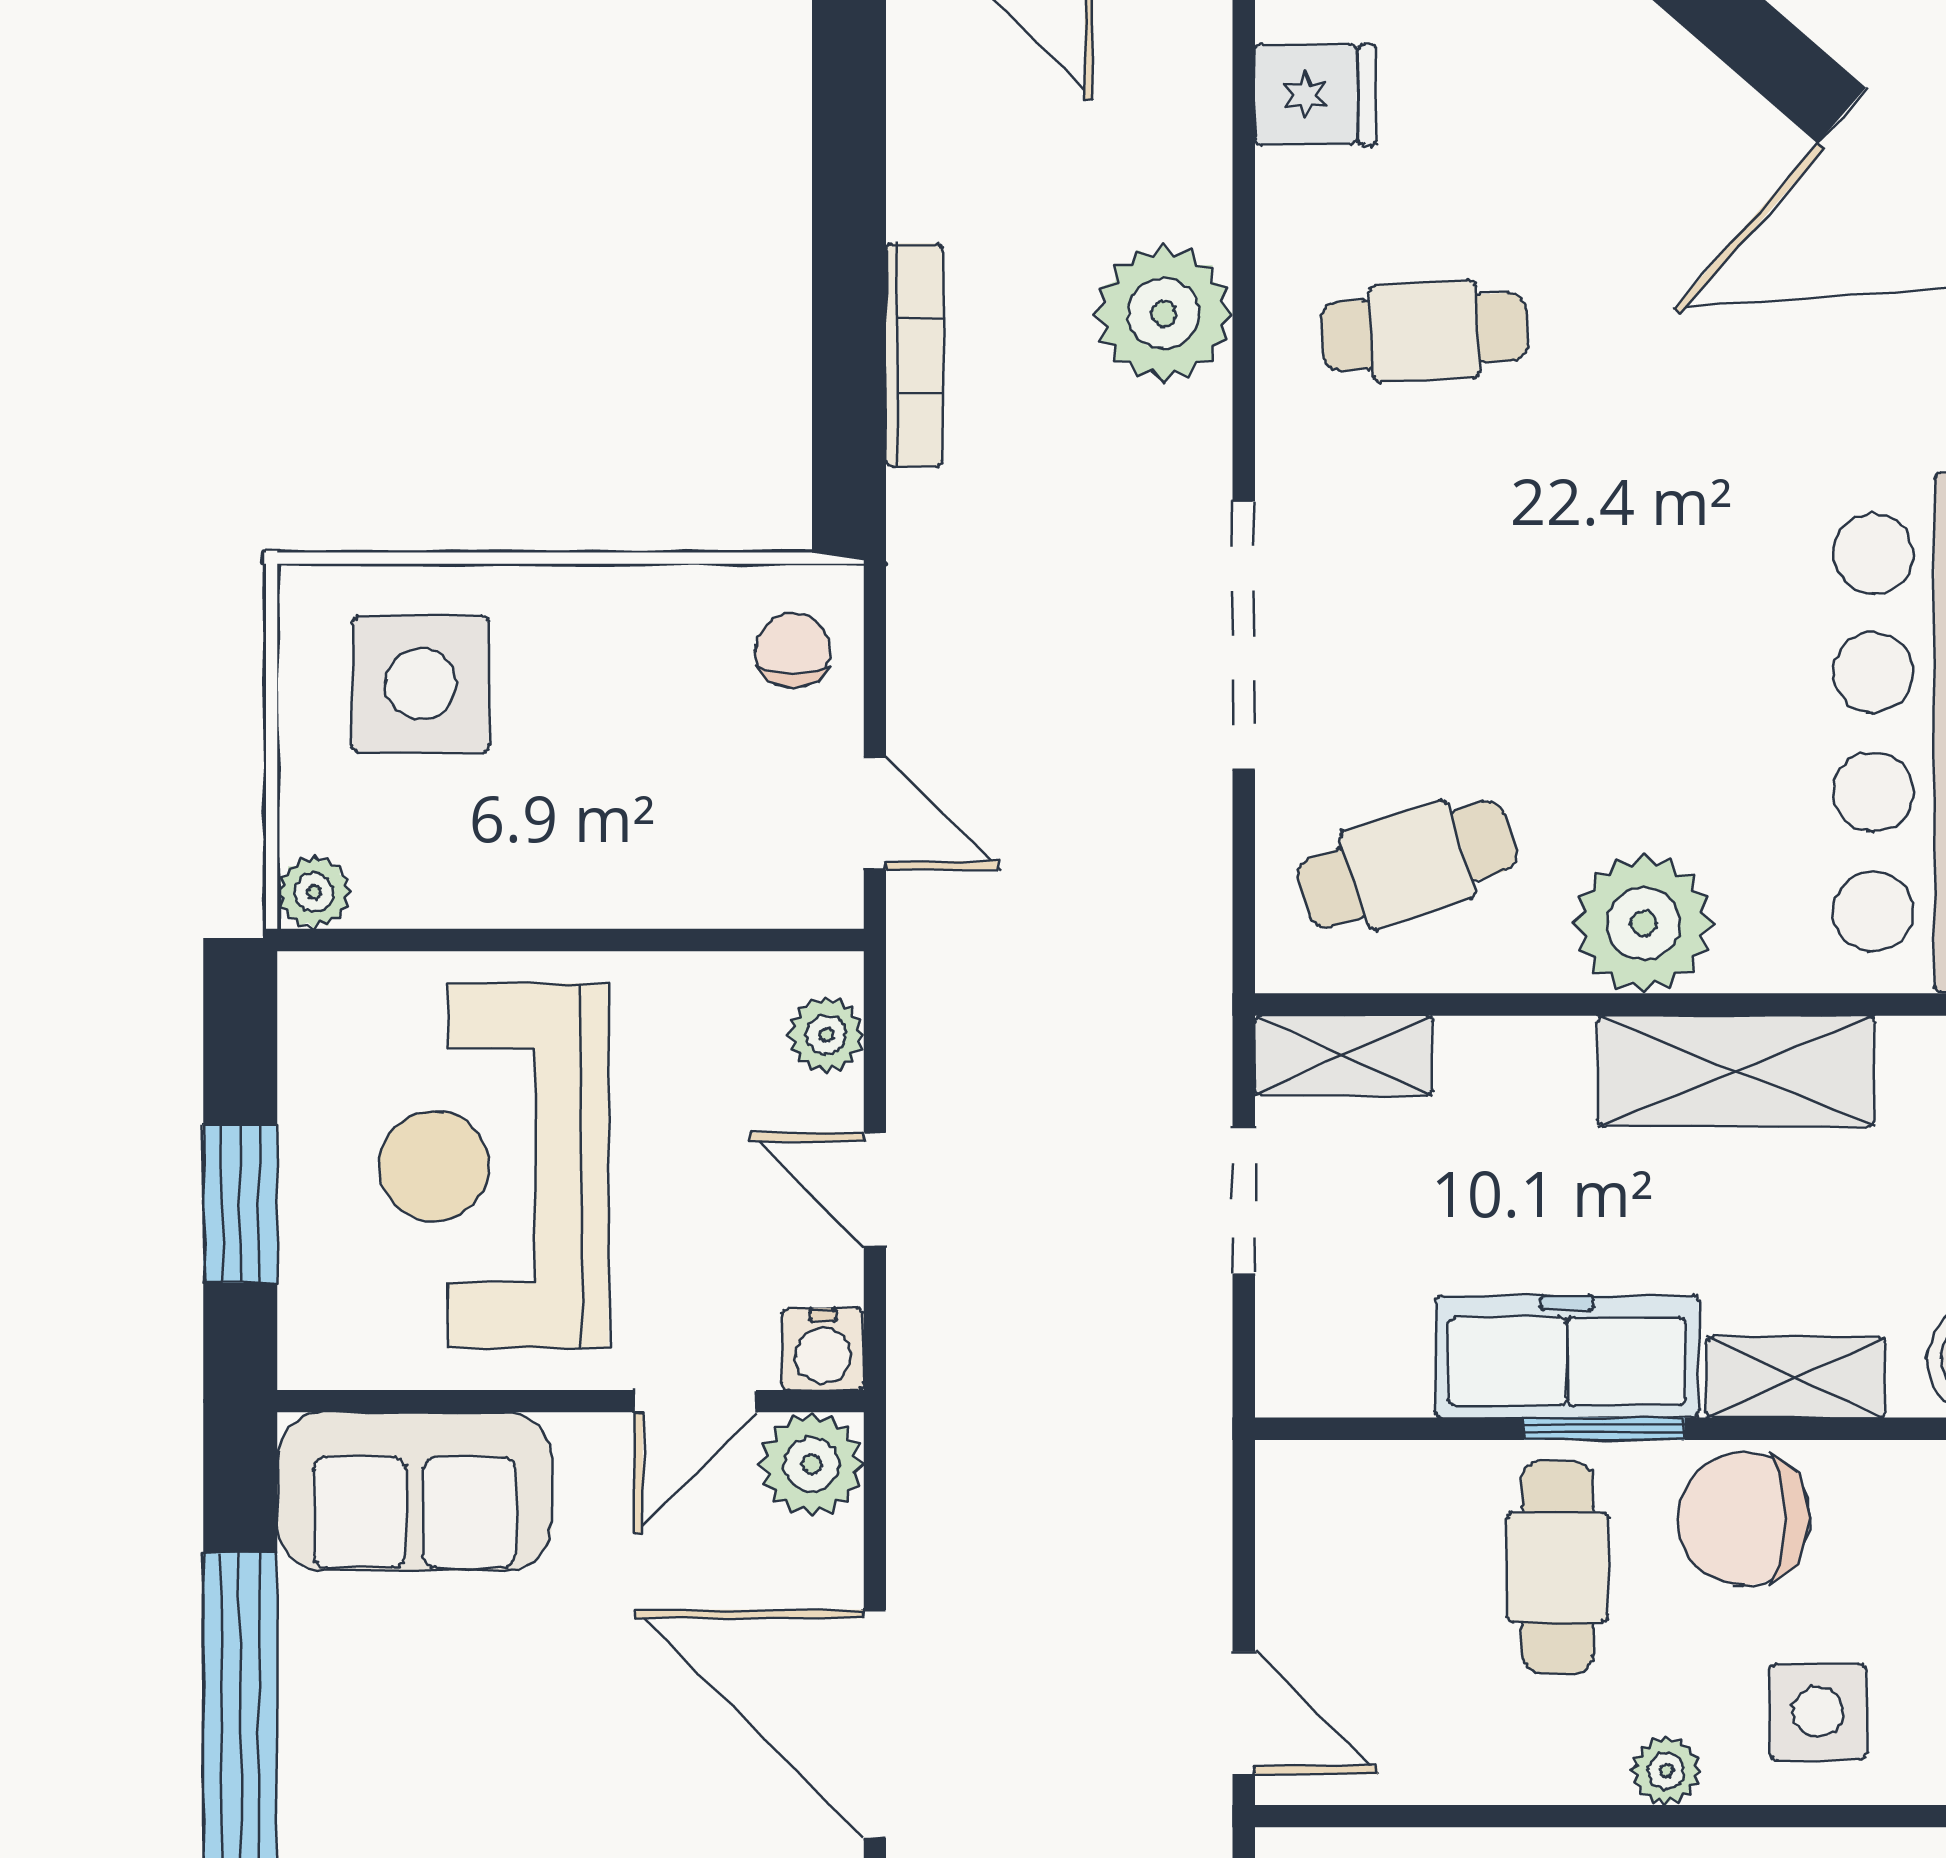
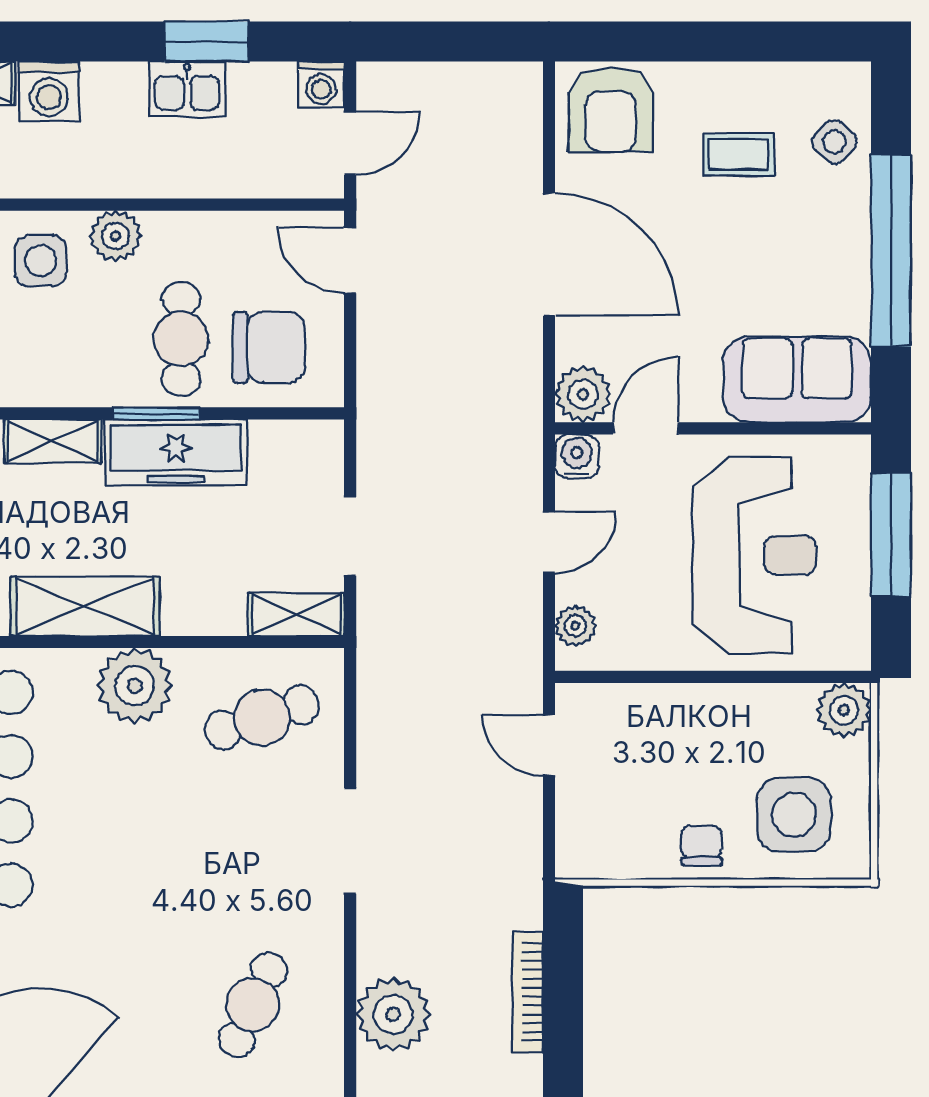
cafe table: (1424, 332) -> (253, 1005), turned -62
doorway: (1244, 636) -> (350, 841), width x0.73
chair: (793, 651) -> (702, 845), moved, turned 180
plant: (314, 892) -> (844, 710), width x1.38, depth x1.38
door: (875, 1190) -> (549, 542), hinge flipped
window: (240, 1204) -> (891, 535), width x1.44
chair: (1744, 1519) -> (269, 347), moved
plant: (1666, 1771) -> (116, 236), width x1.38, depth x1.38

